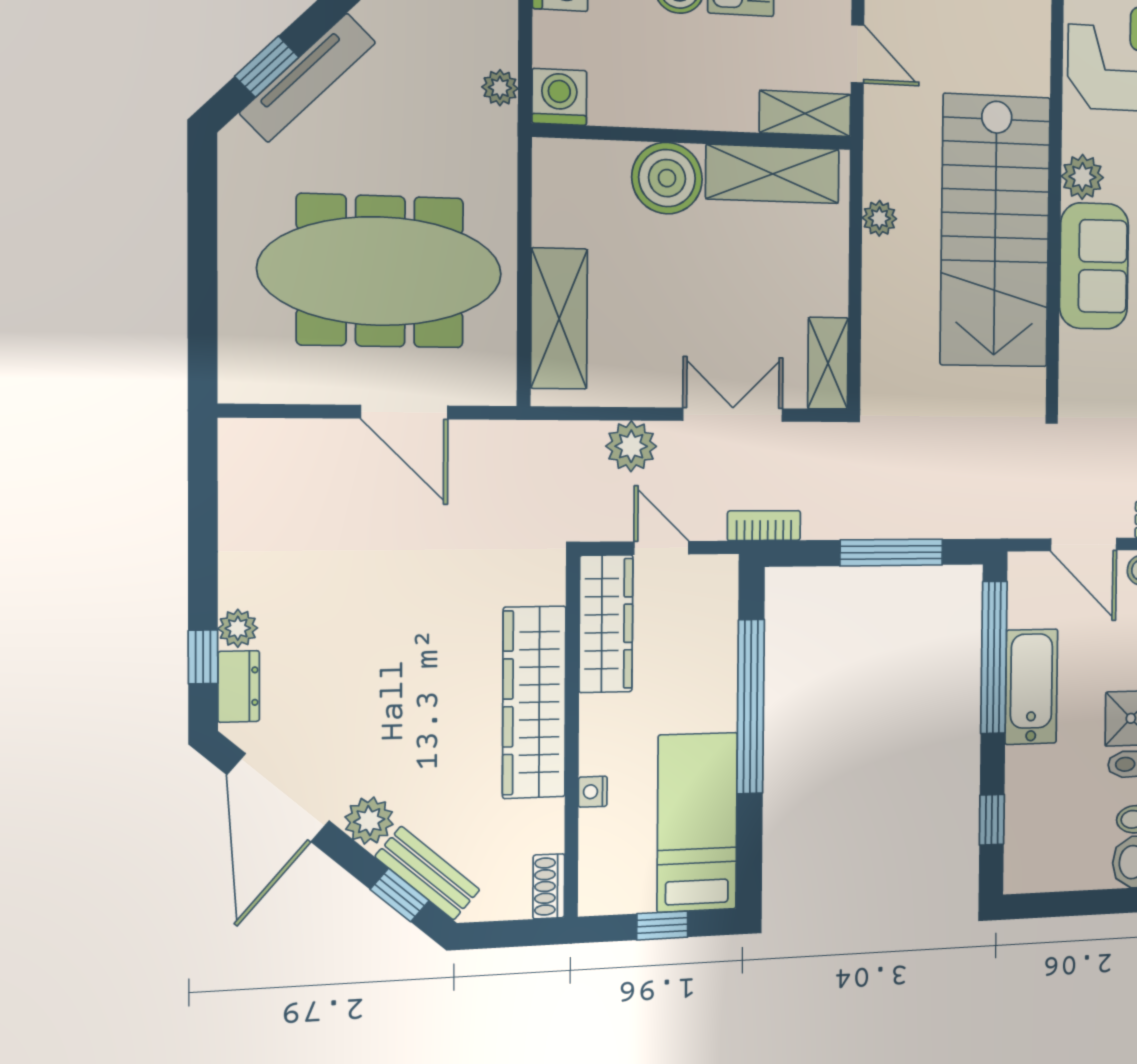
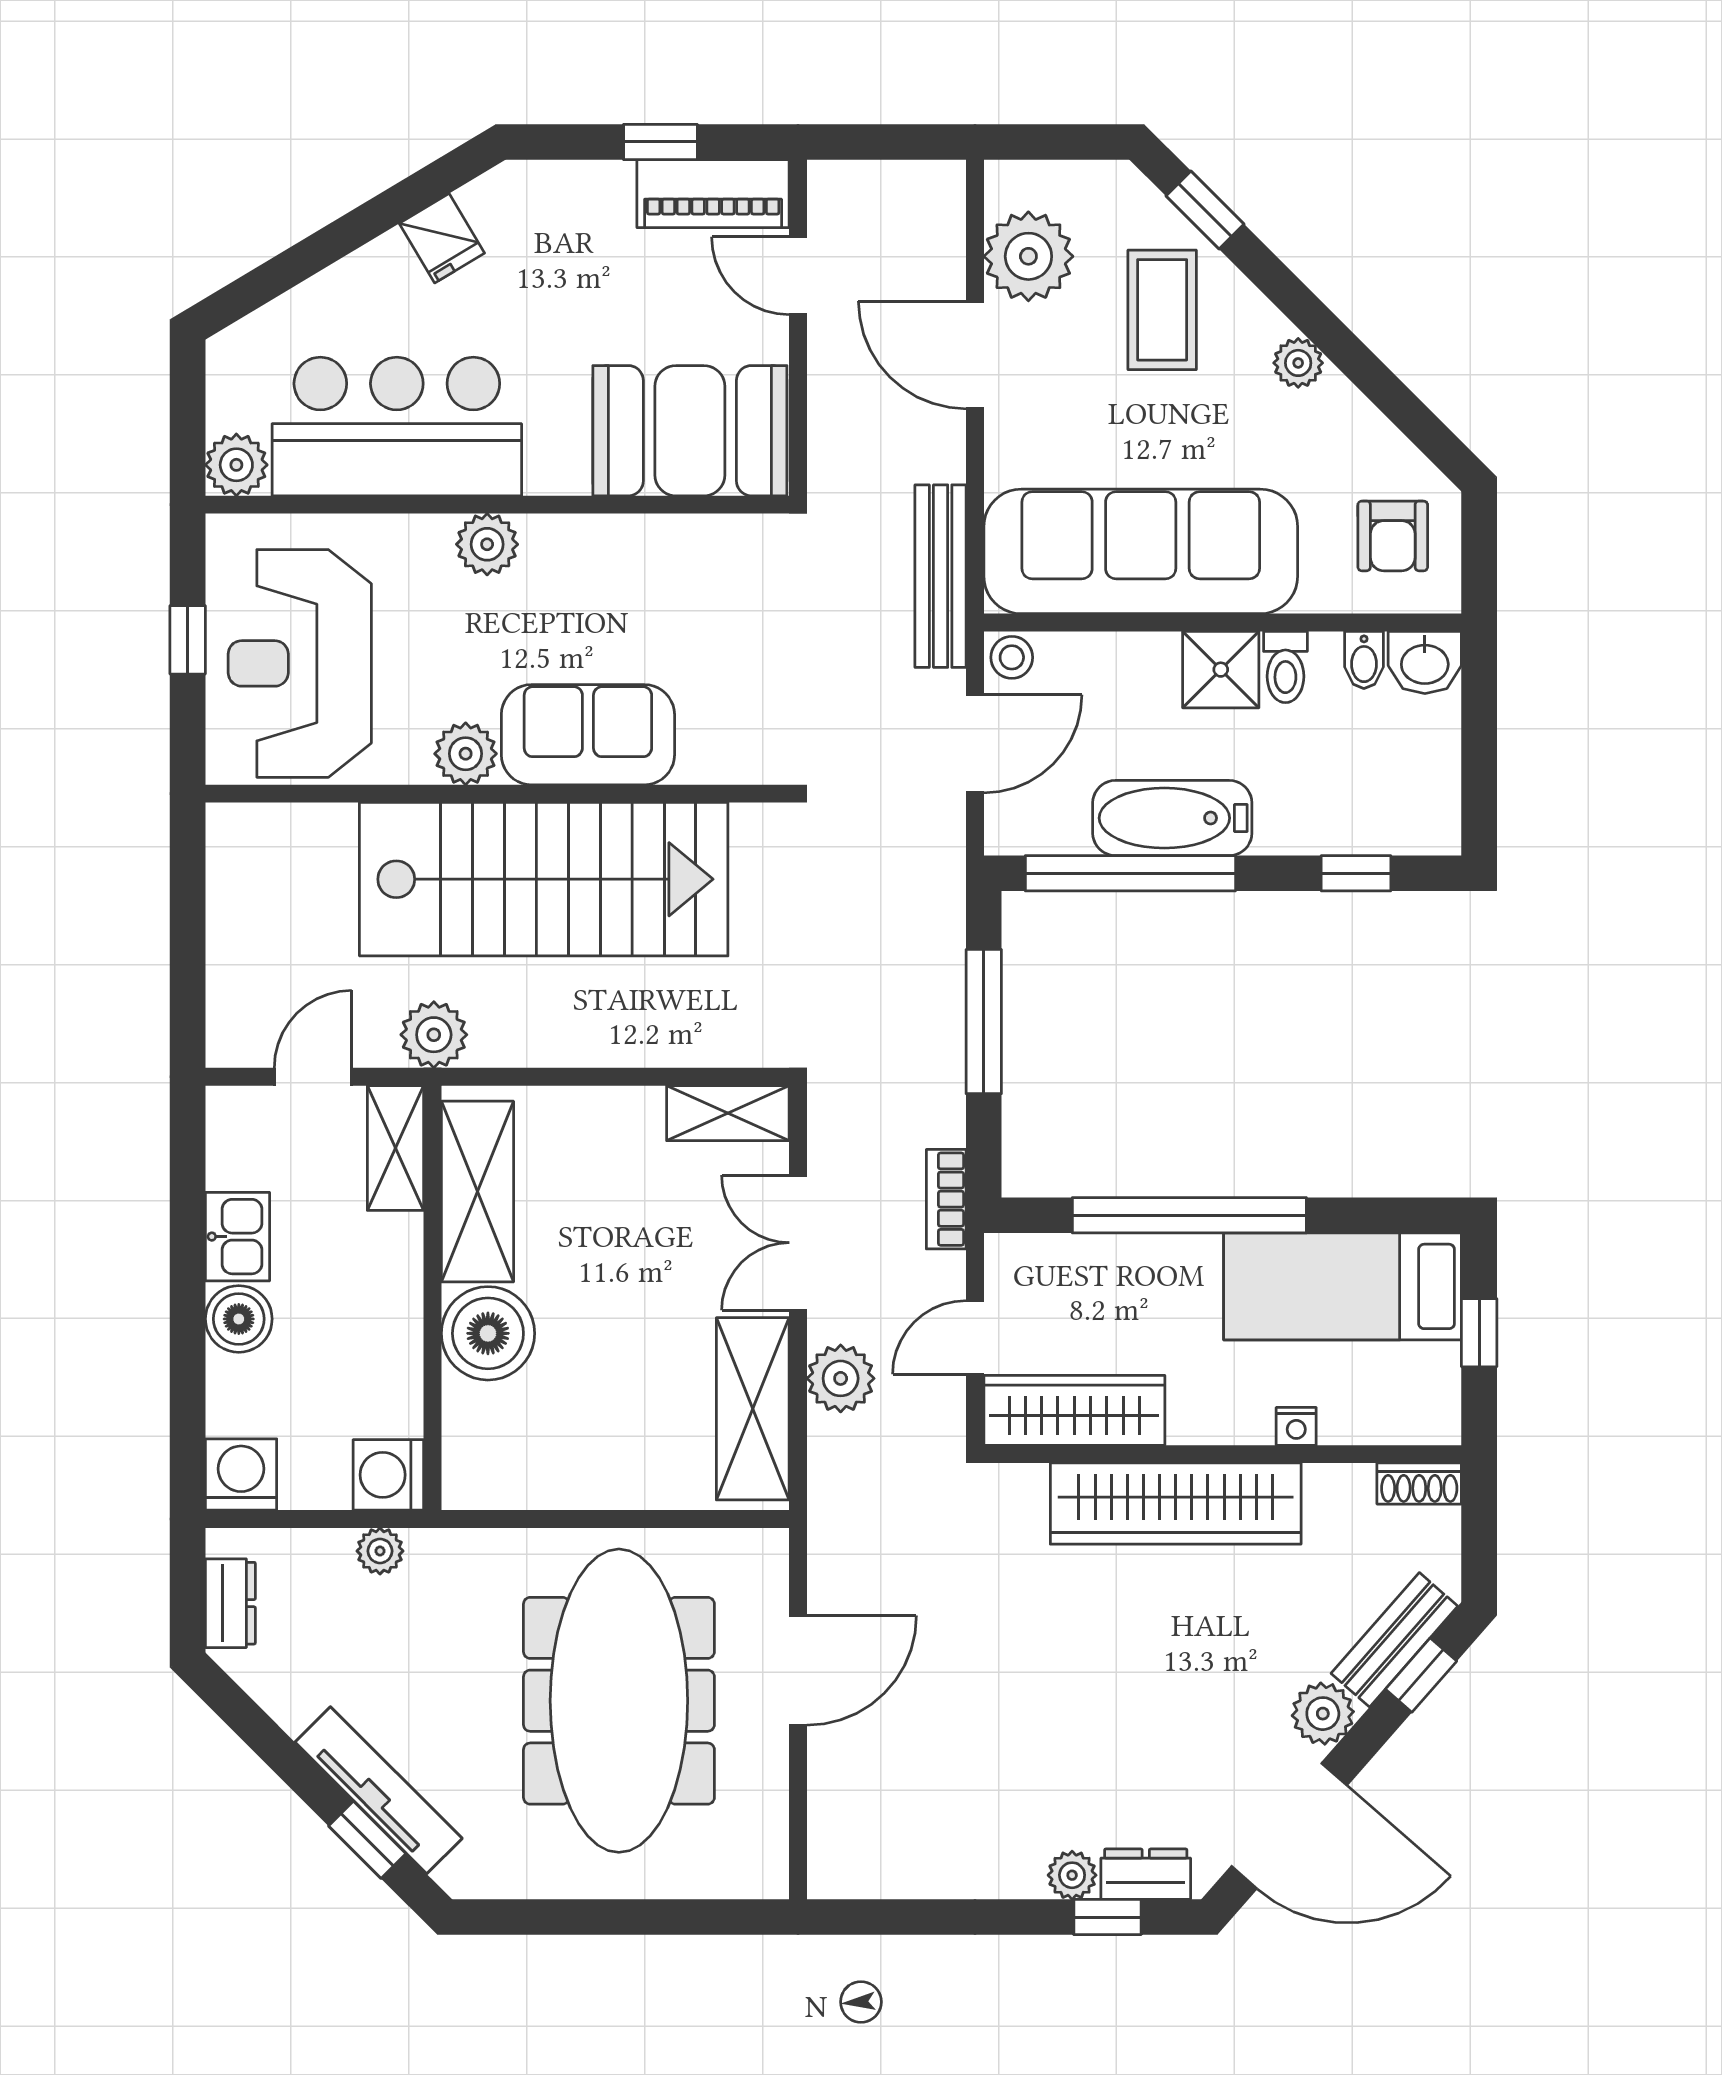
plant: (879, 218) -> (434, 1035), moved, width x1.38, depth x1.38
shelving: (559, 319) -> (753, 1409), moved, turned 90

